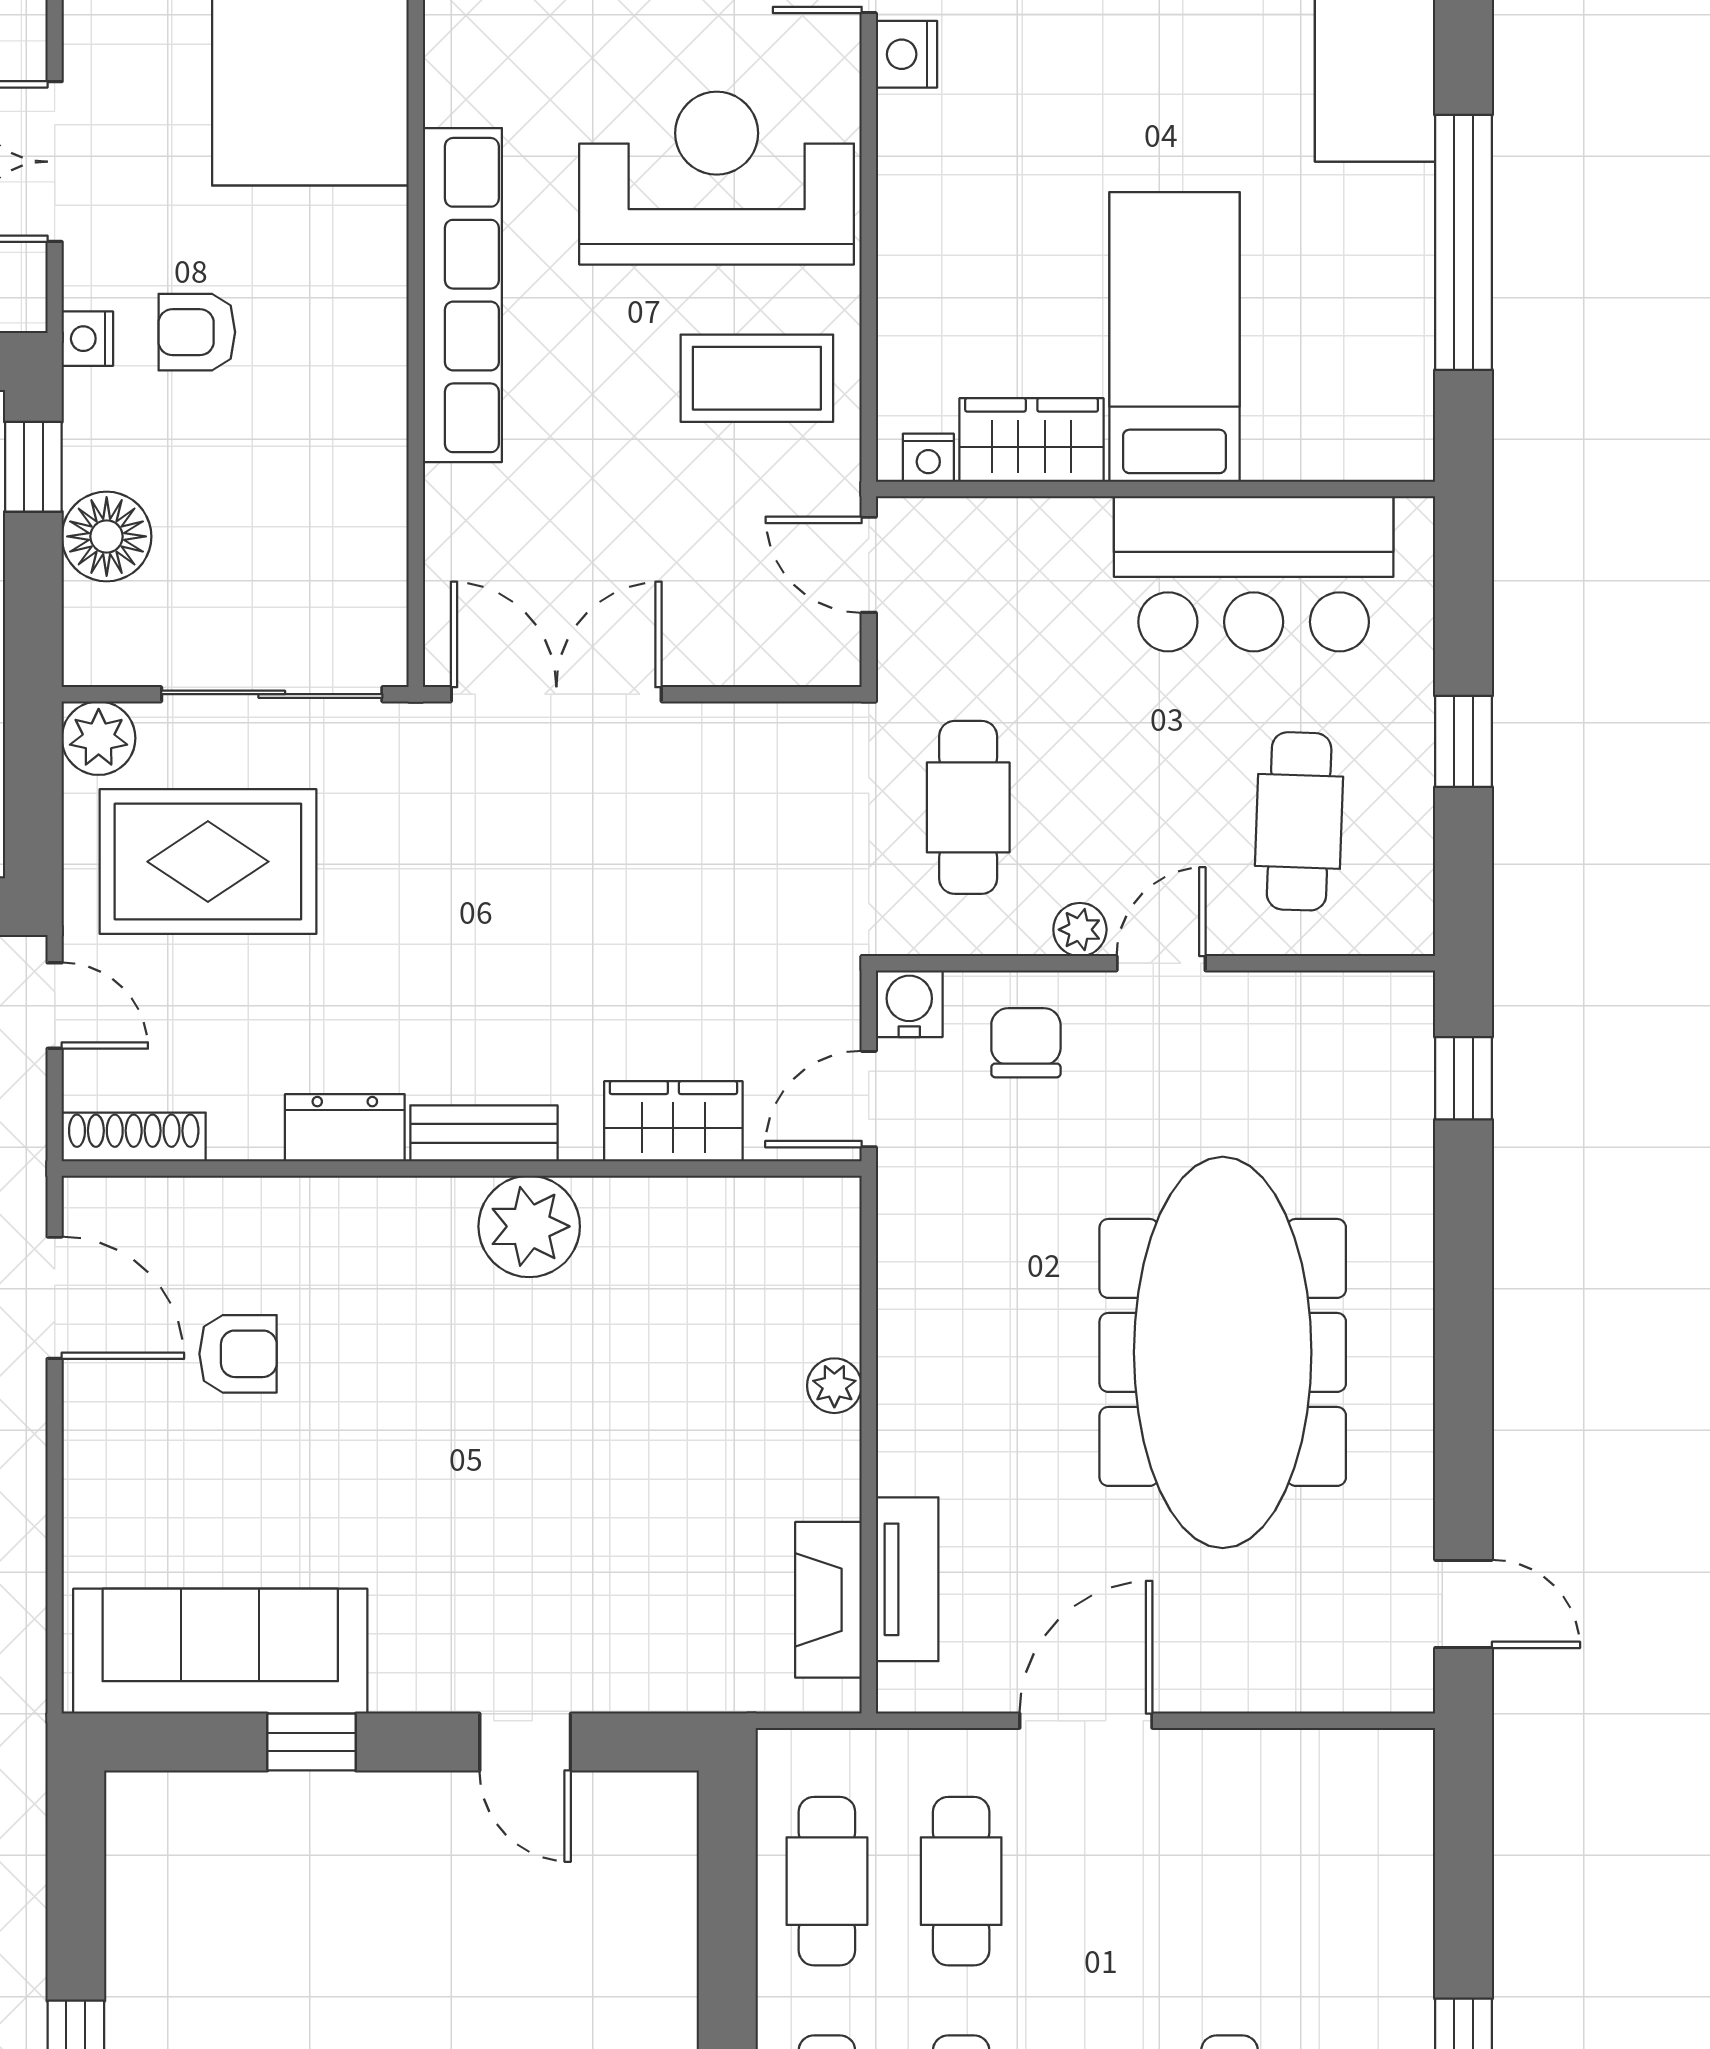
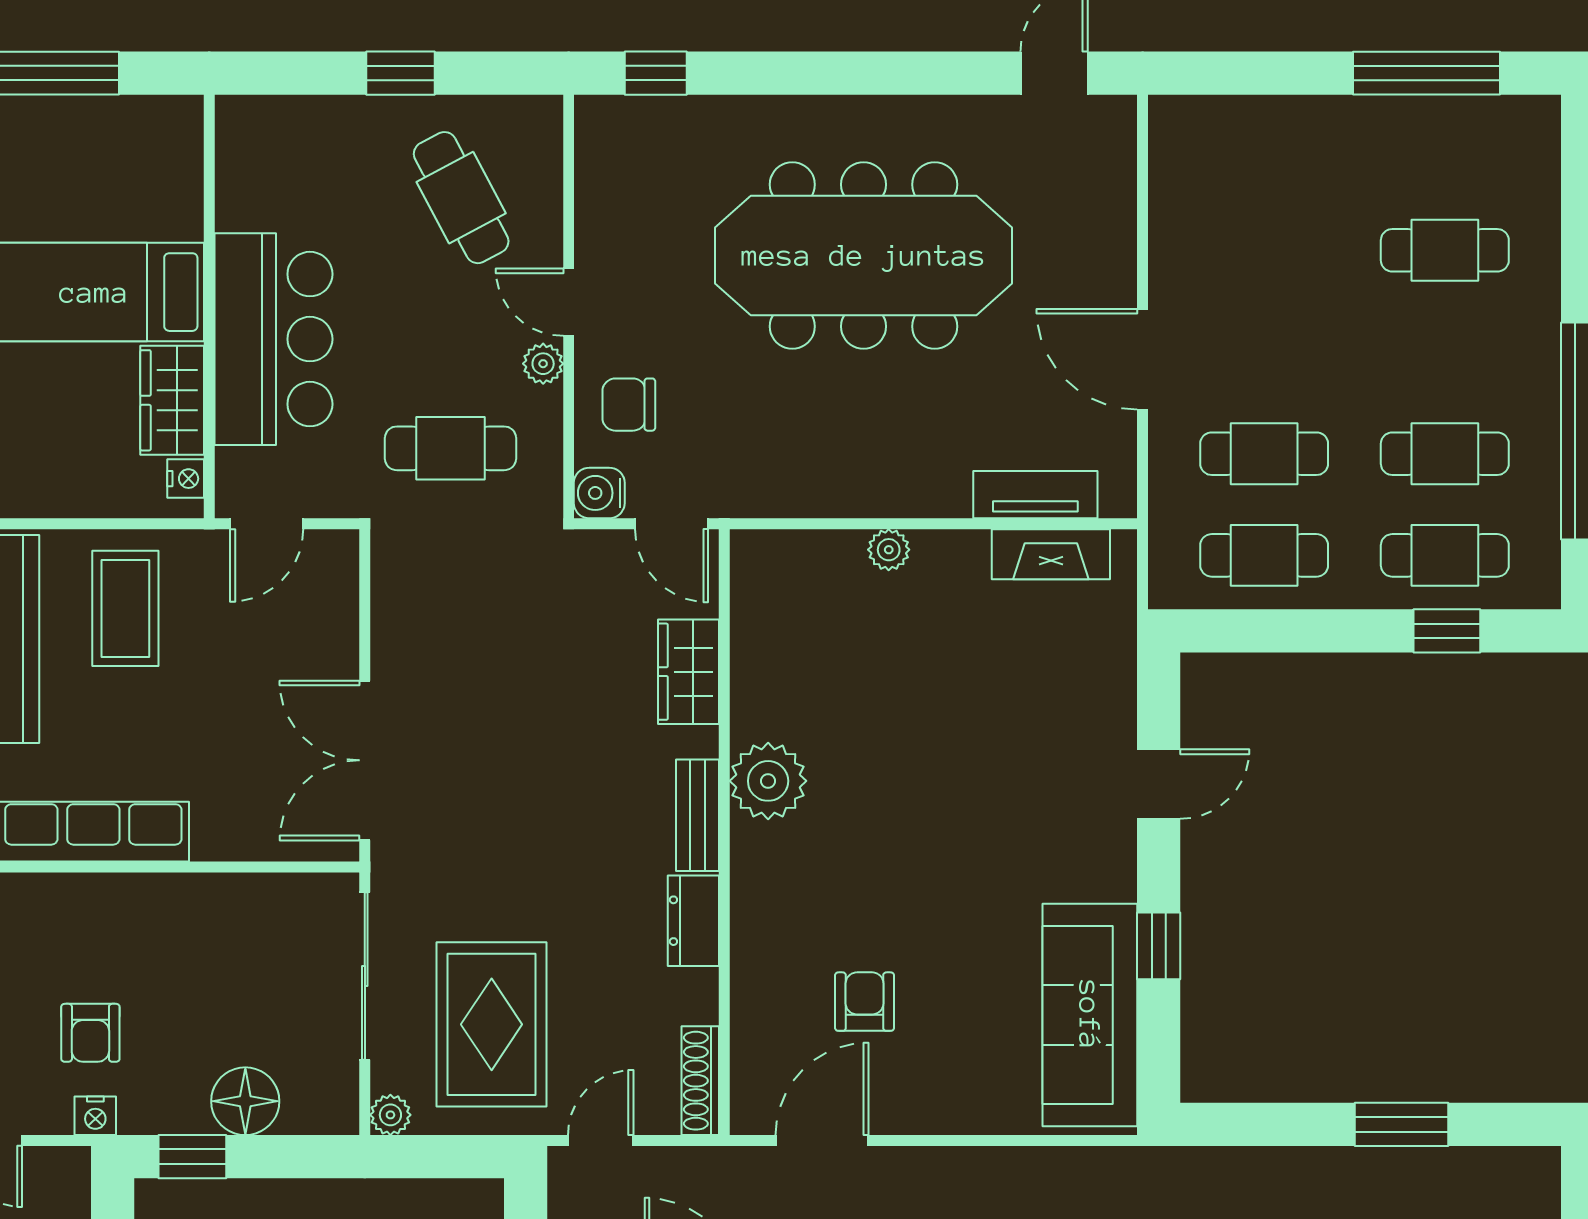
bar counter: (1254, 574) -> (273, 339), moved
plant: (99, 738) -> (390, 1115), width x0.73, depth x0.73
cafe table: (1299, 821) -> (461, 198), turned 60

